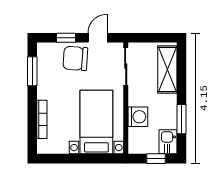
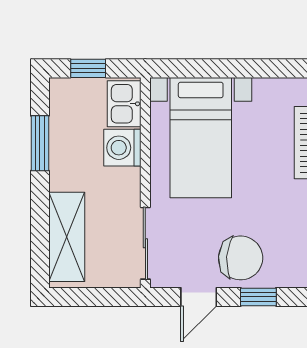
kitchen sink: (168, 142) -> (124, 104), moved, turned 180

